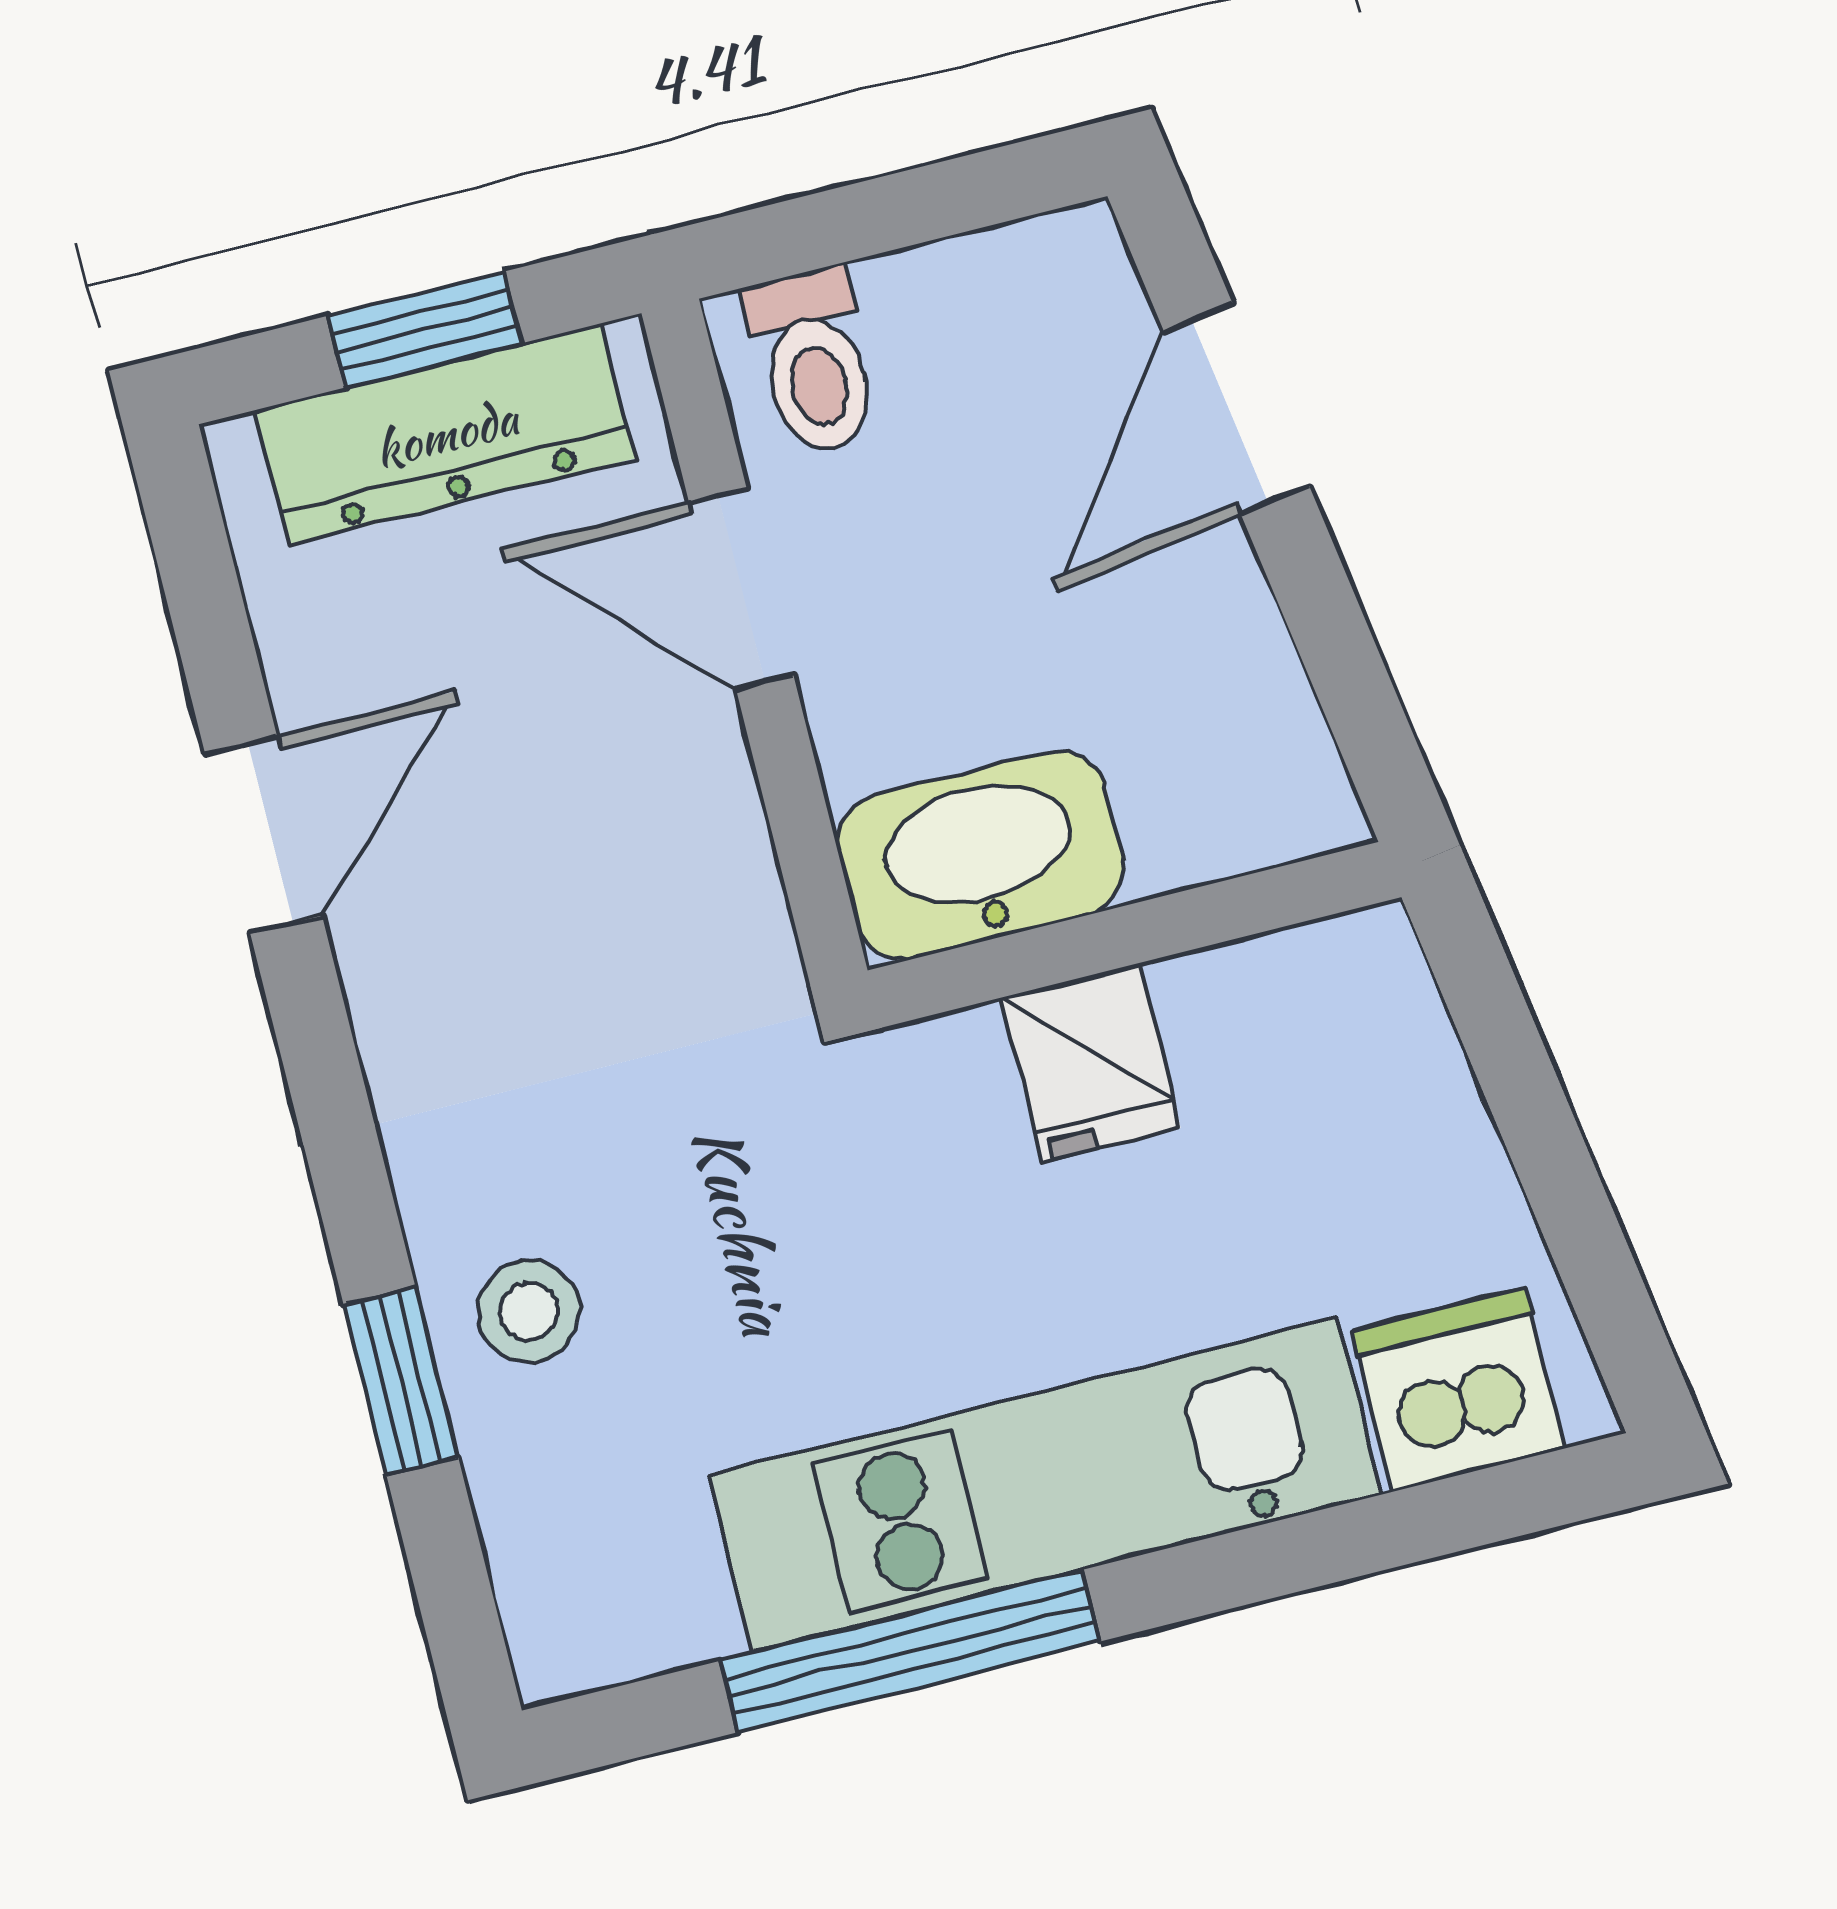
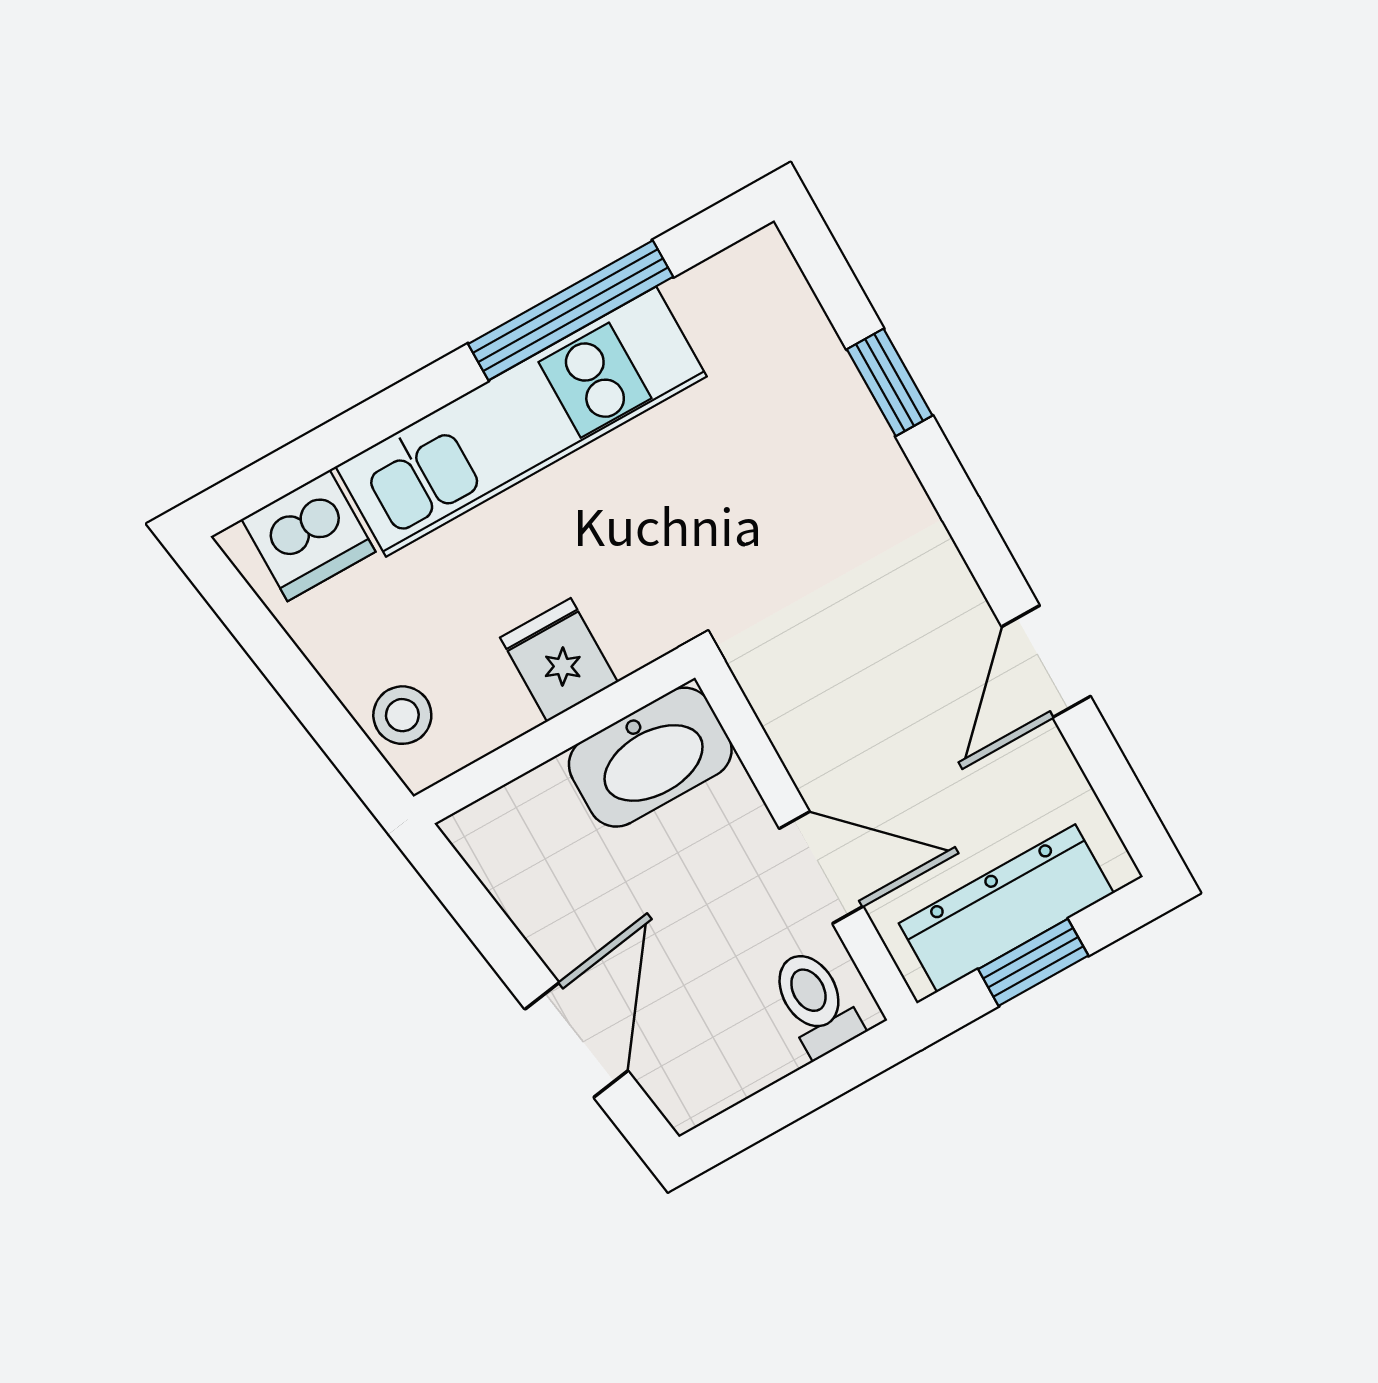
stool: (529, 1311) -> (402, 715), moved

